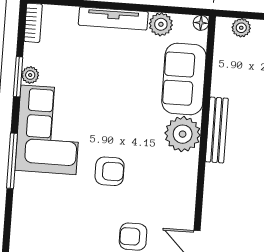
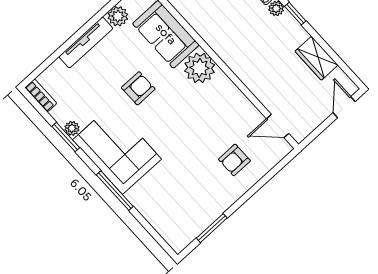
bench: (217, 130) -> (217, 44), removed
armchair: (110, 171) -> (138, 88), moved

